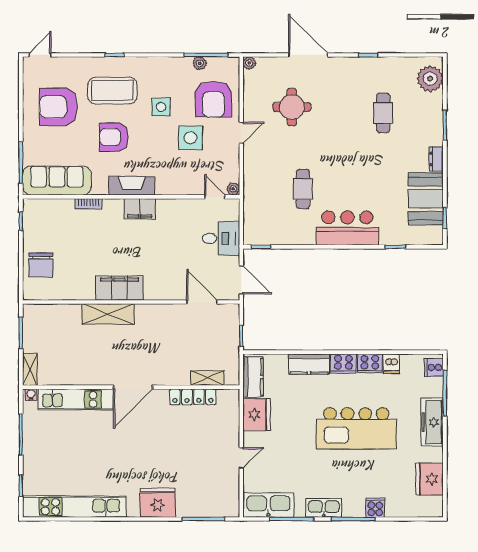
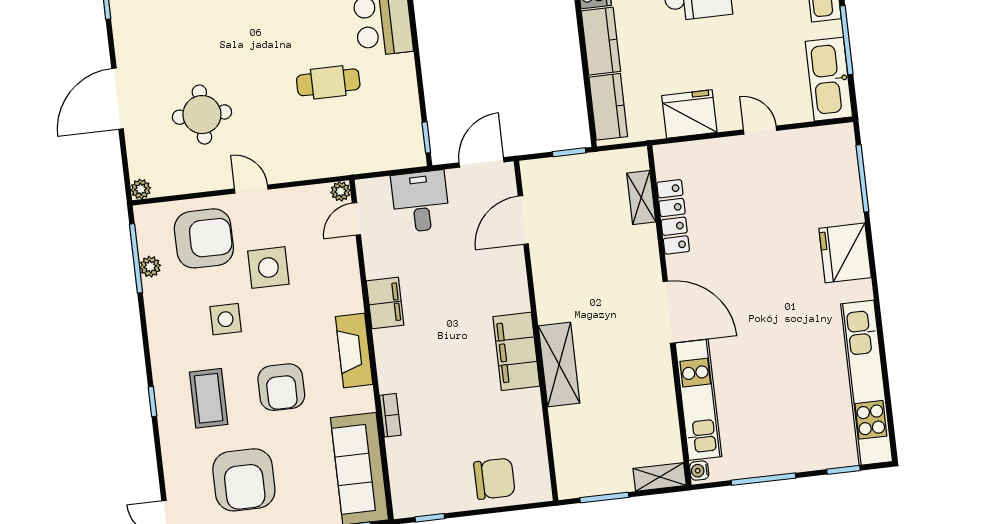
coffee table: (112, 91) -> (209, 398), width x0.73, depth x0.76
filing cabinet: (140, 209) -> (385, 303), moved
kitchen counter: (253, 377) -> (608, 107), moved, turned 90

